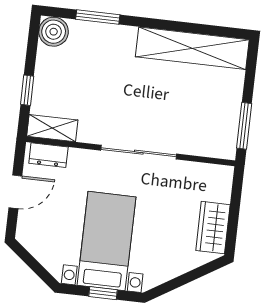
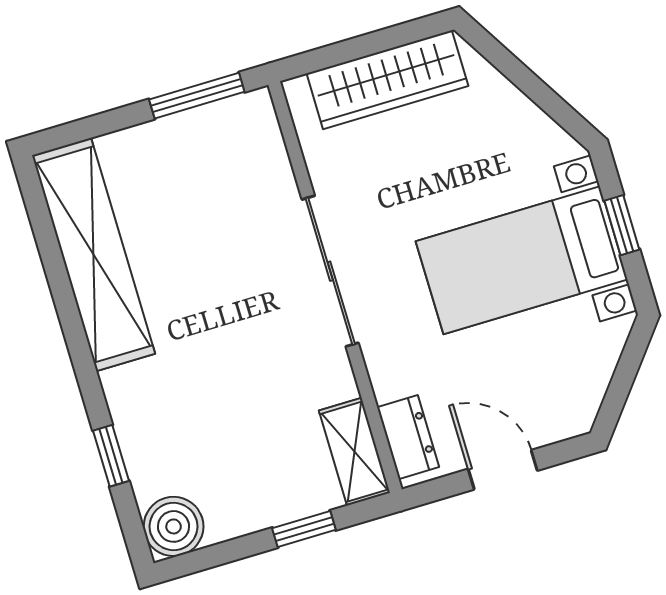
window: (98, 17) -> (111, 456), width x0.67
wardrobe: (213, 228) -> (387, 80), width x1.50

